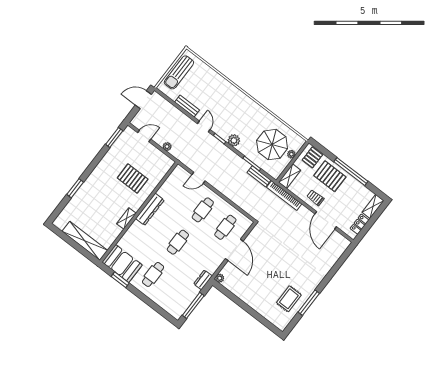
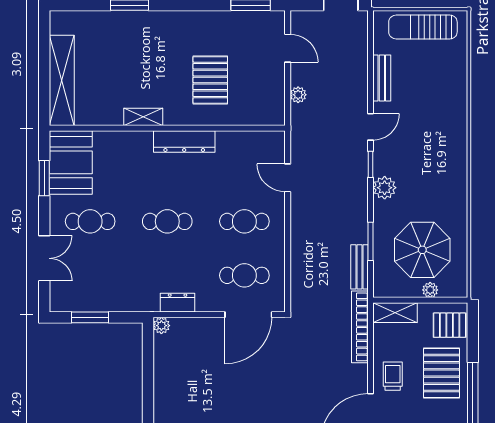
door: (234, 250) -> (248, 315), moved
dresser: (203, 280) -> (178, 303), moved
window: (193, 305) -> (90, 317), width x0.69
double door: (154, 306) -> (44, 258), added

